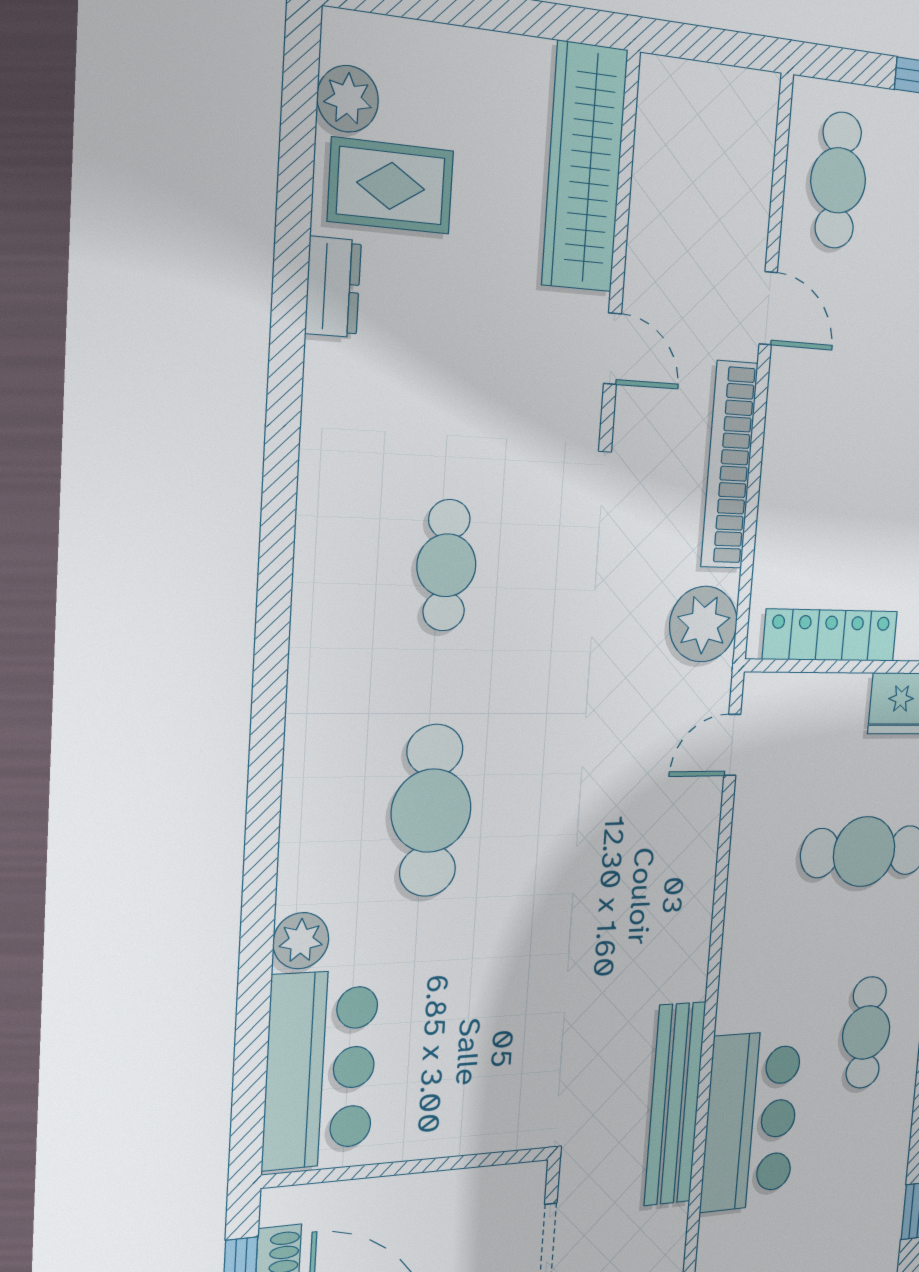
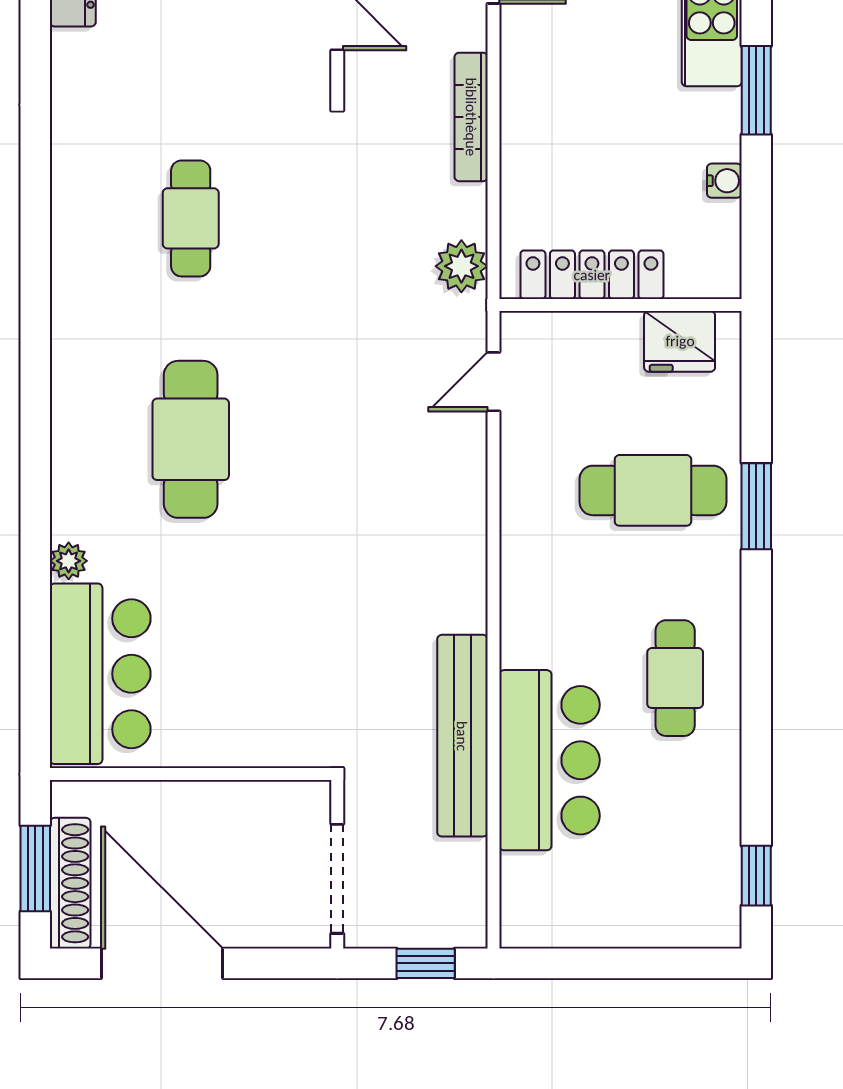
bookcase: (729, 465) -> (471, 117), width x0.68, depth x0.76
plant: (703, 624) -> (461, 266), width x0.73, depth x0.73
plant: (301, 941) -> (69, 561), width x0.73, depth x0.73

